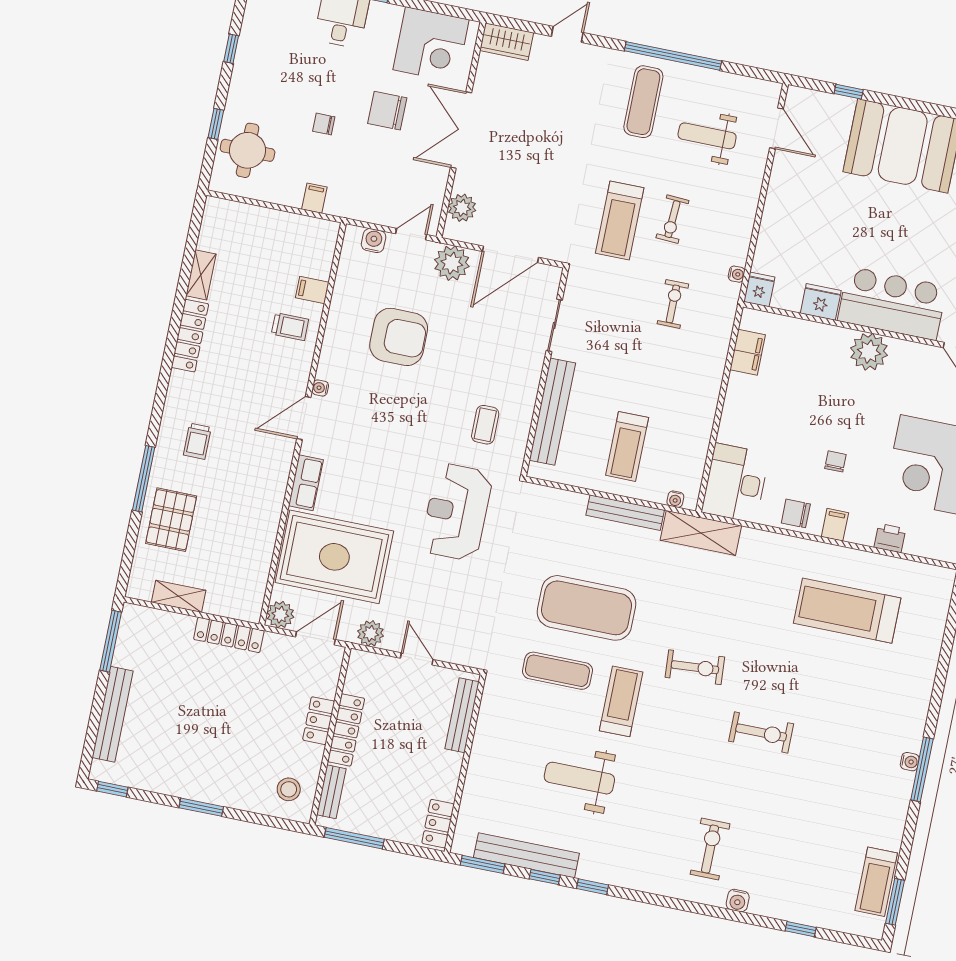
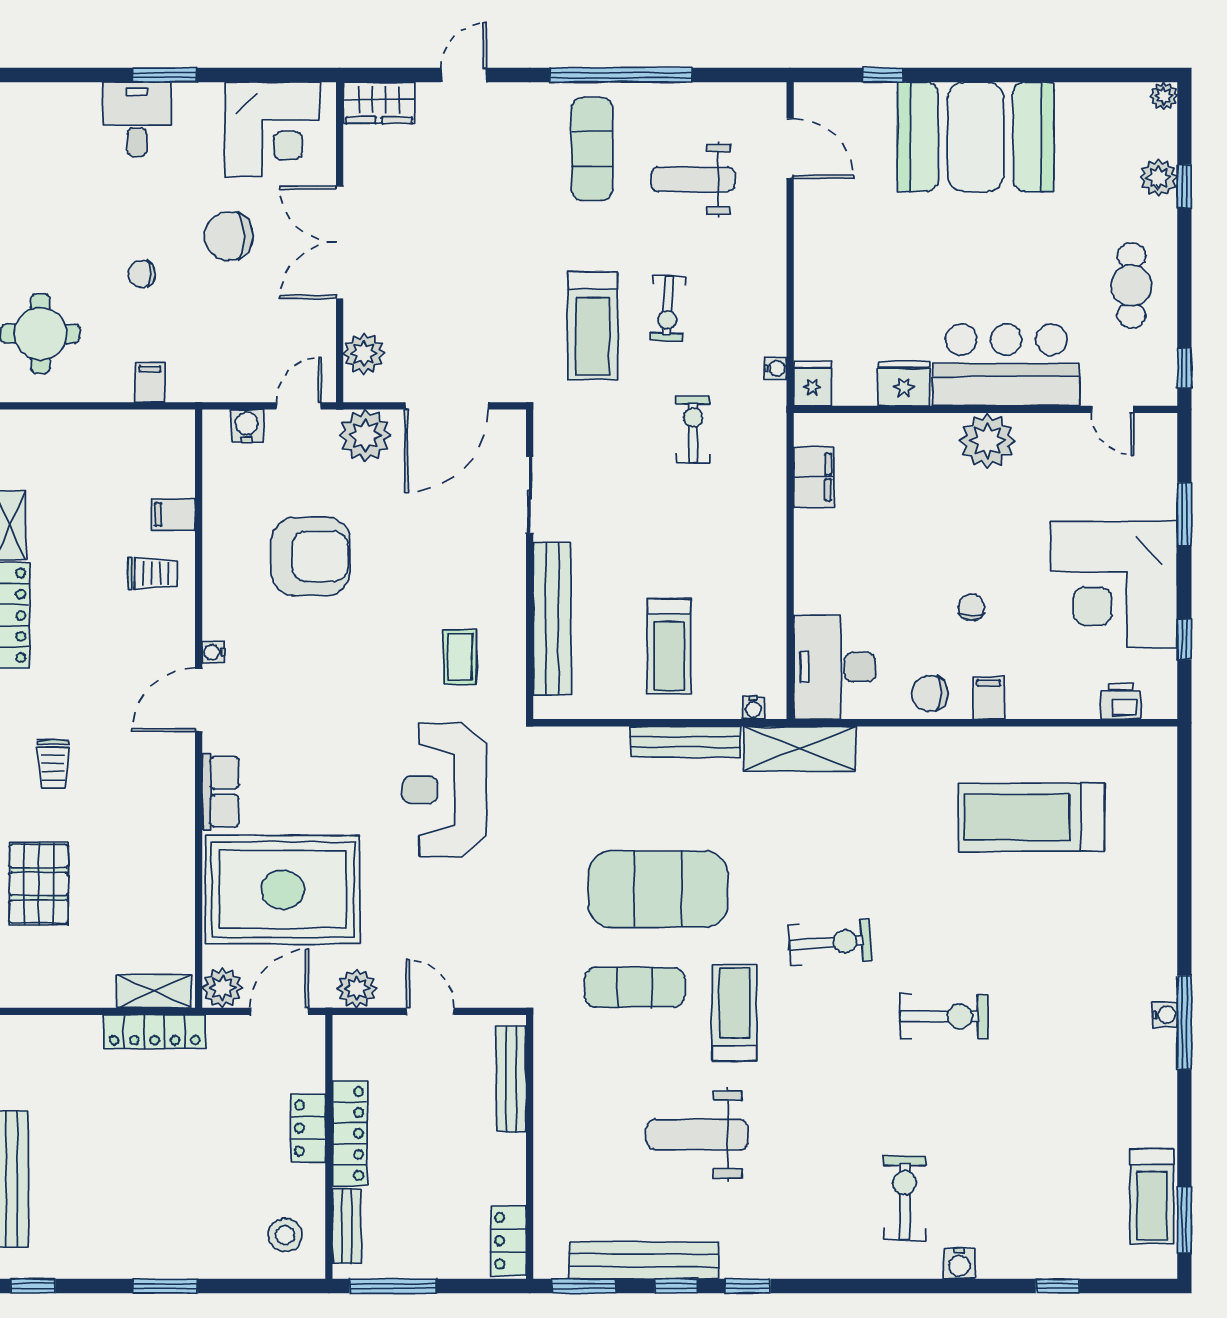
printer: (890, 538) -> (1121, 701), moved
shelving: (179, 596) -> (154, 991), moved

